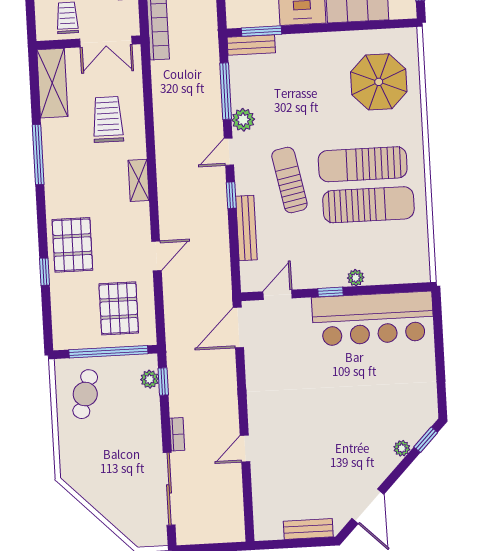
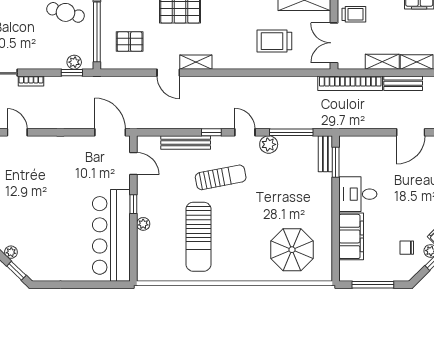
trolley: (108, 119) -> (274, 41), turned 180
sun lounger: (363, 164) -> (230, 234), removed
shelving: (139, 180) -> (196, 62), moved
pallet: (119, 308) -> (130, 42), width x0.67, depth x0.71

